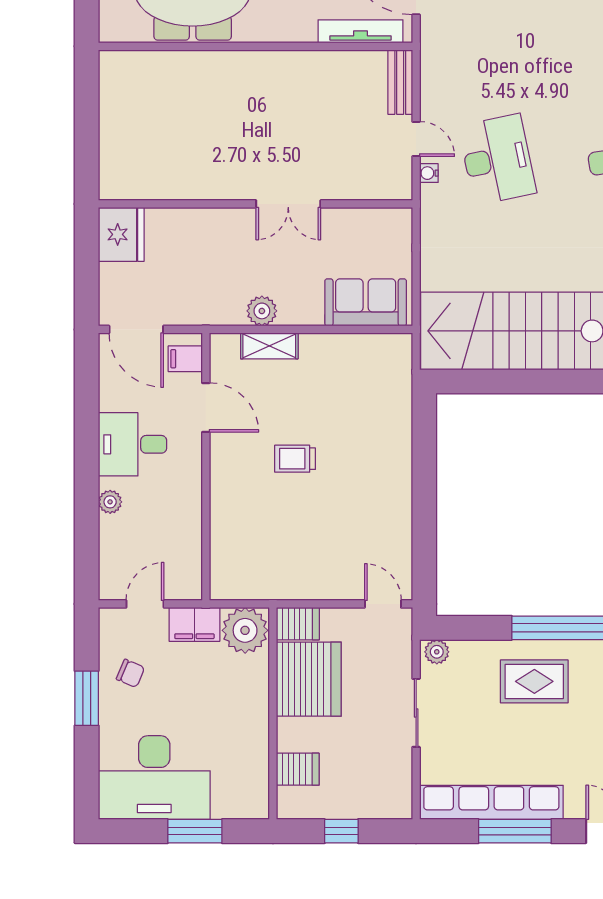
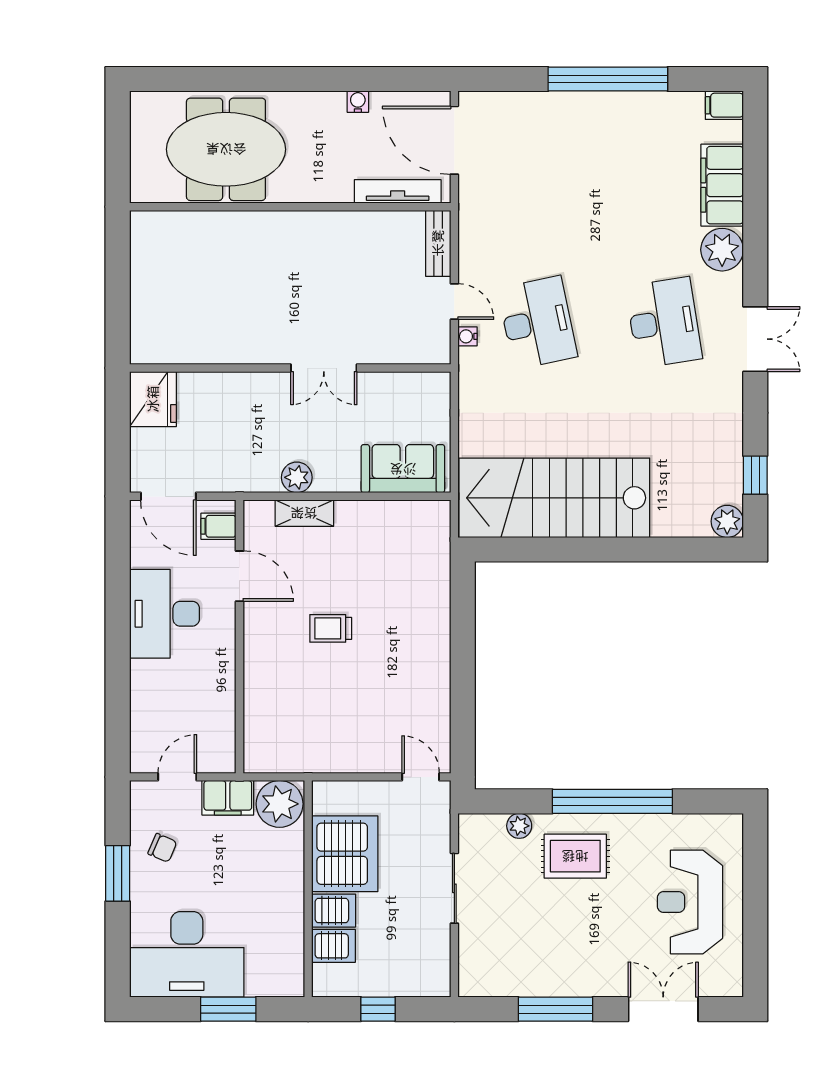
desk: (133, 444) -> (165, 614), width x1.37
plant: (110, 502) -> (142, 673), removed
server rack: (298, 624) -> (334, 911), moved
plant: (437, 652) -> (519, 826), moved
row of seats: (491, 802) -> (531, 980), removed

